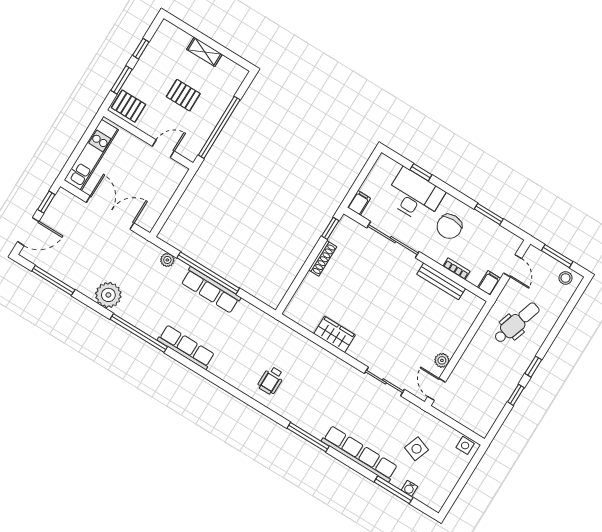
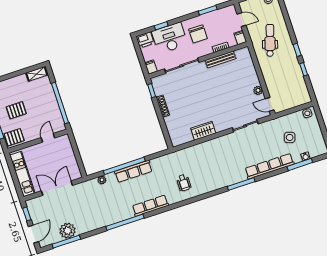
shelving: (204, 52) -> (37, 74), moved
pallet: (183, 95) -> (16, 110), moved
printer: (386, 167) -> (145, 40), added
plant: (108, 295) -> (68, 231), moved
wheelchair: (271, 381) -> (184, 183), moved

